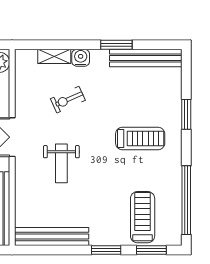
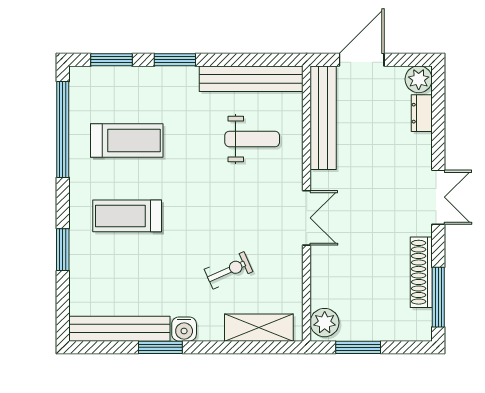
shelving: (54, 56) -> (259, 328), width x1.50, depth x1.33
water cooler: (81, 58) -> (184, 329), moved
weight bench: (61, 163) -> (252, 139), moved, turned 90
treadmill: (143, 217) -> (127, 140), moved, turned -90

